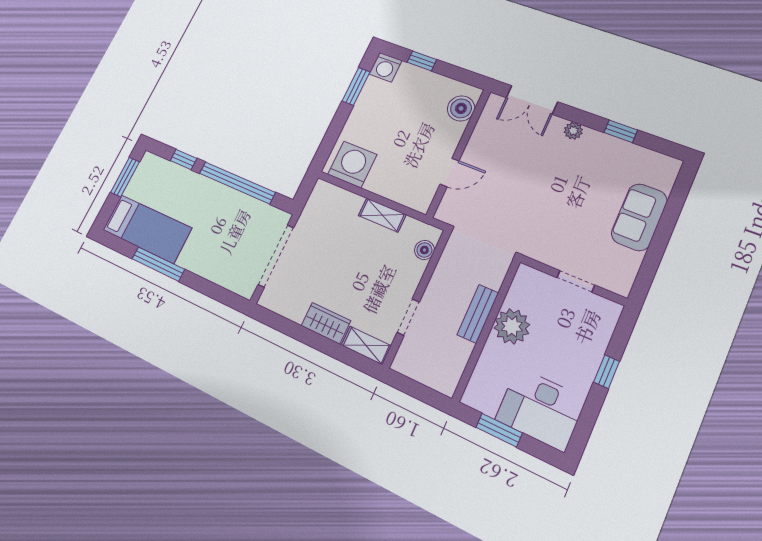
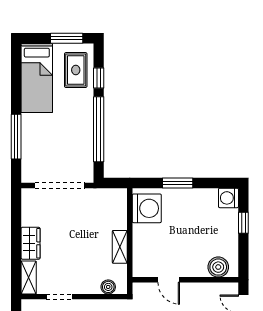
window: (356, 86) -> (178, 183), moved
rug: (162, 181) -> (76, 70), added
window: (158, 264) -> (16, 137), moved

